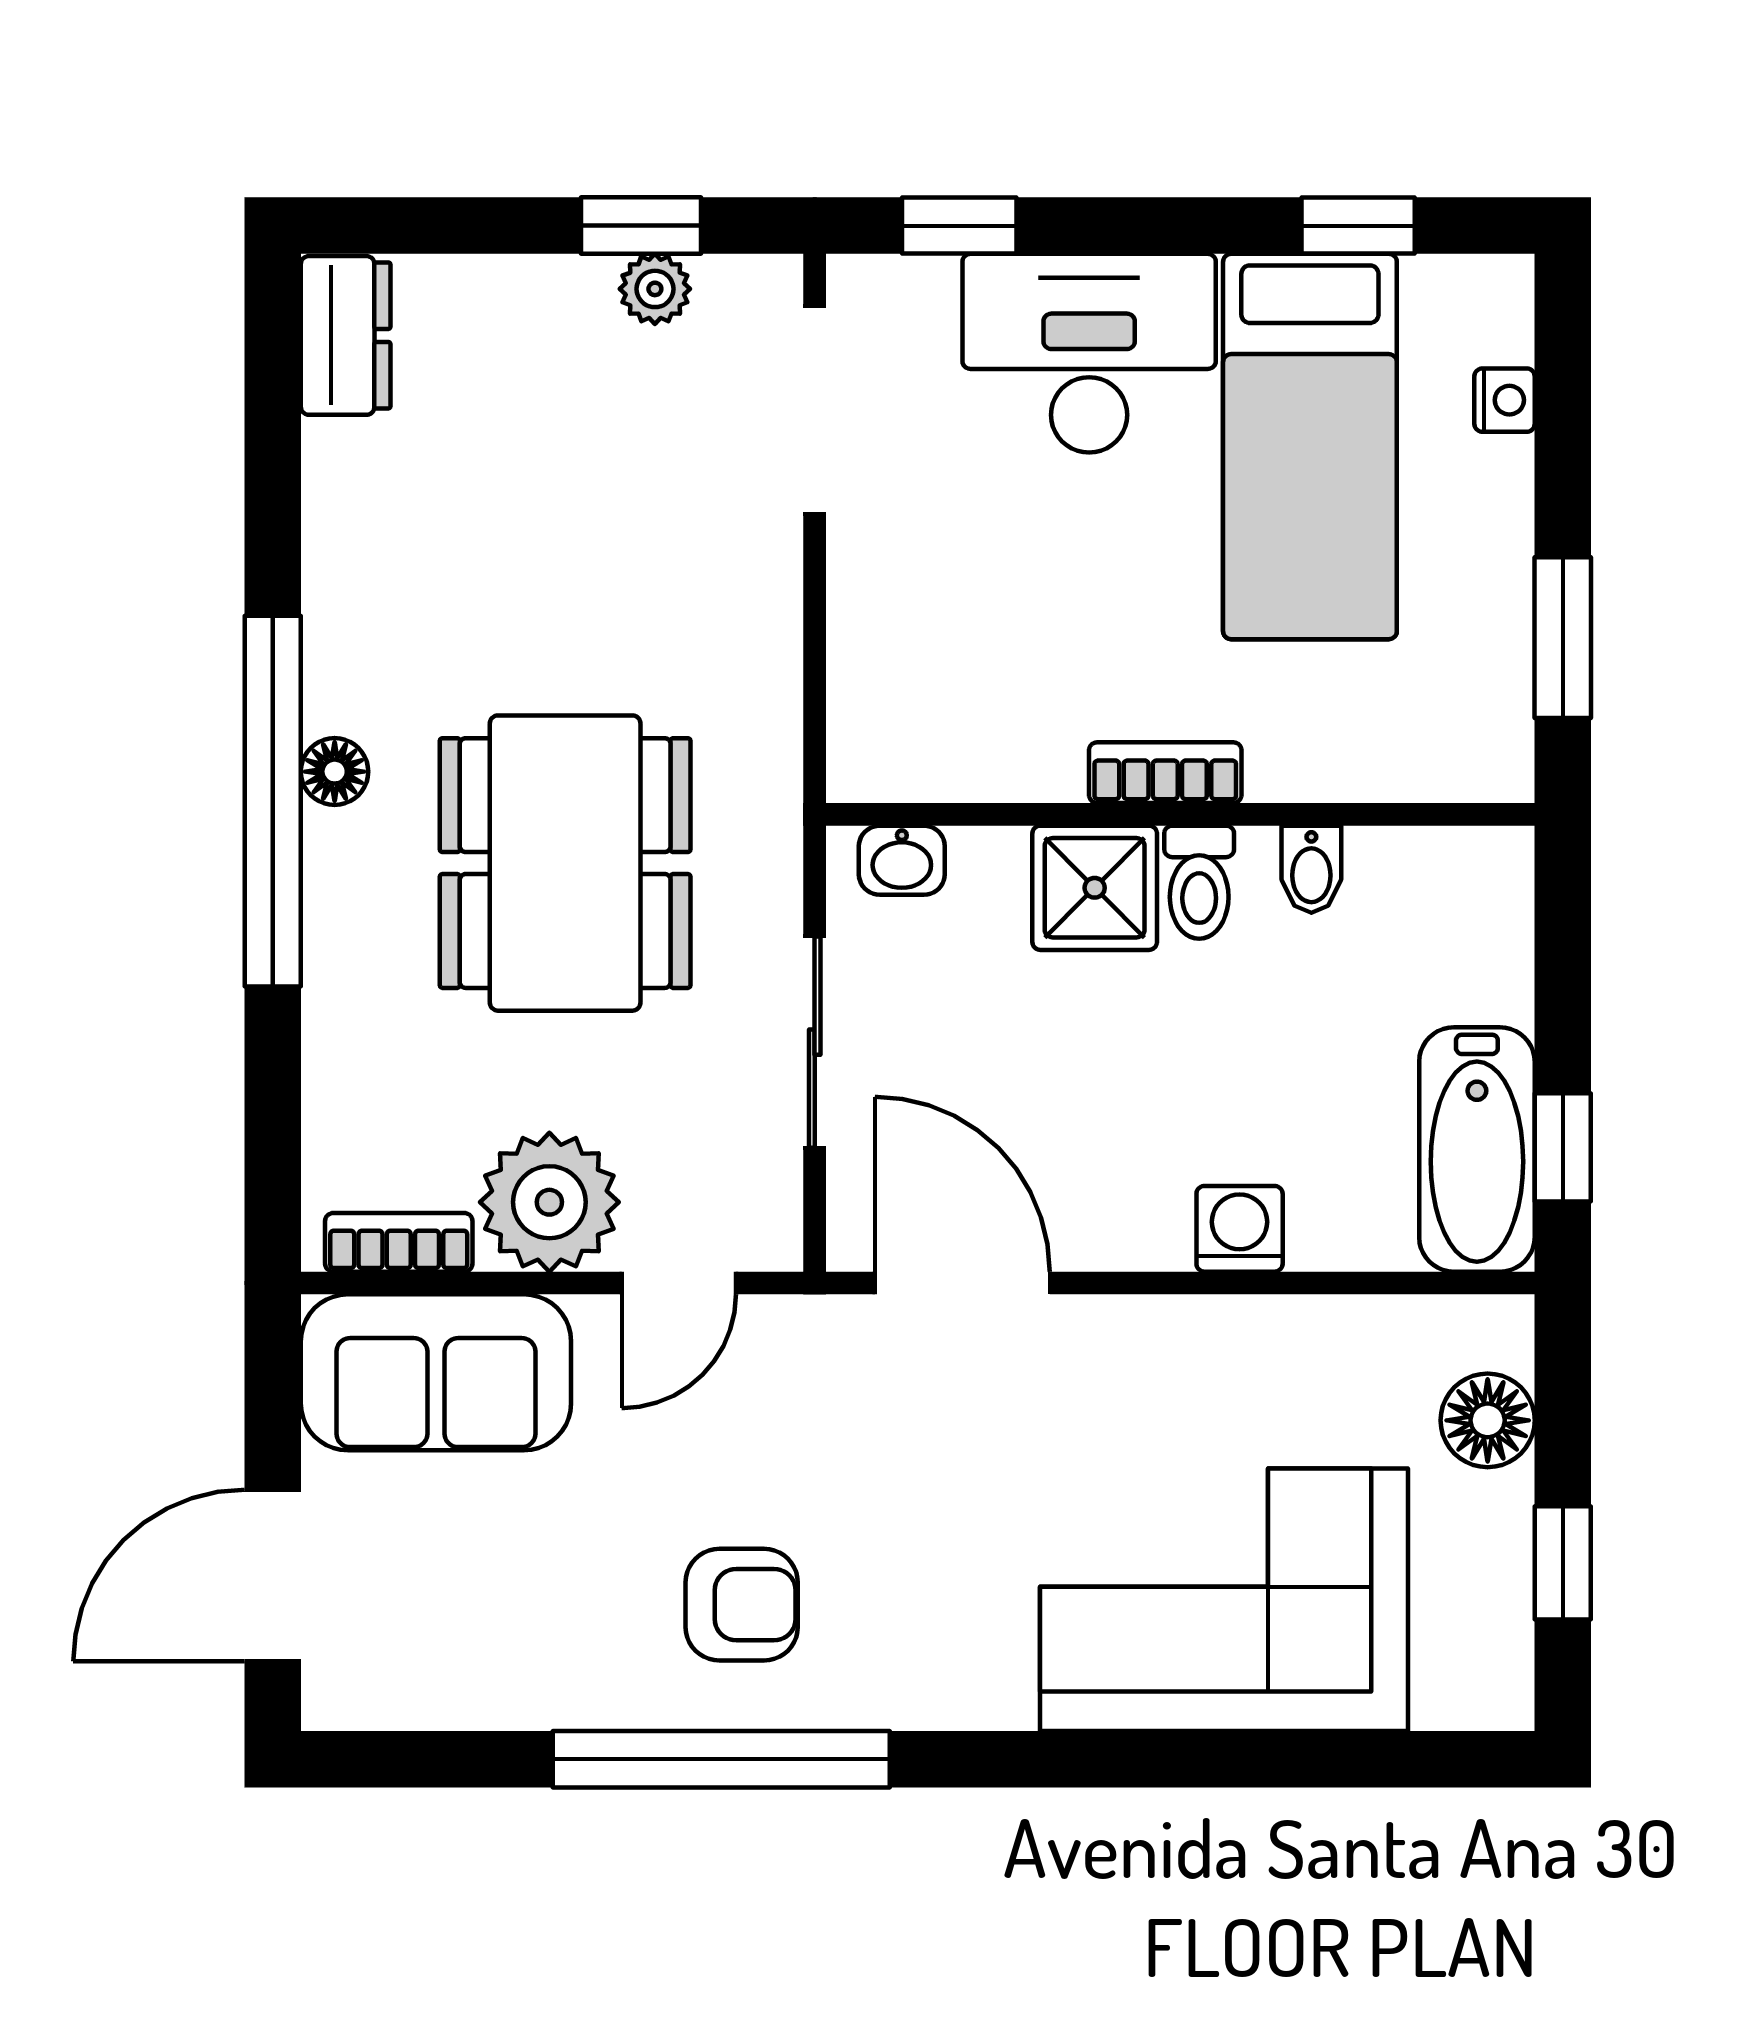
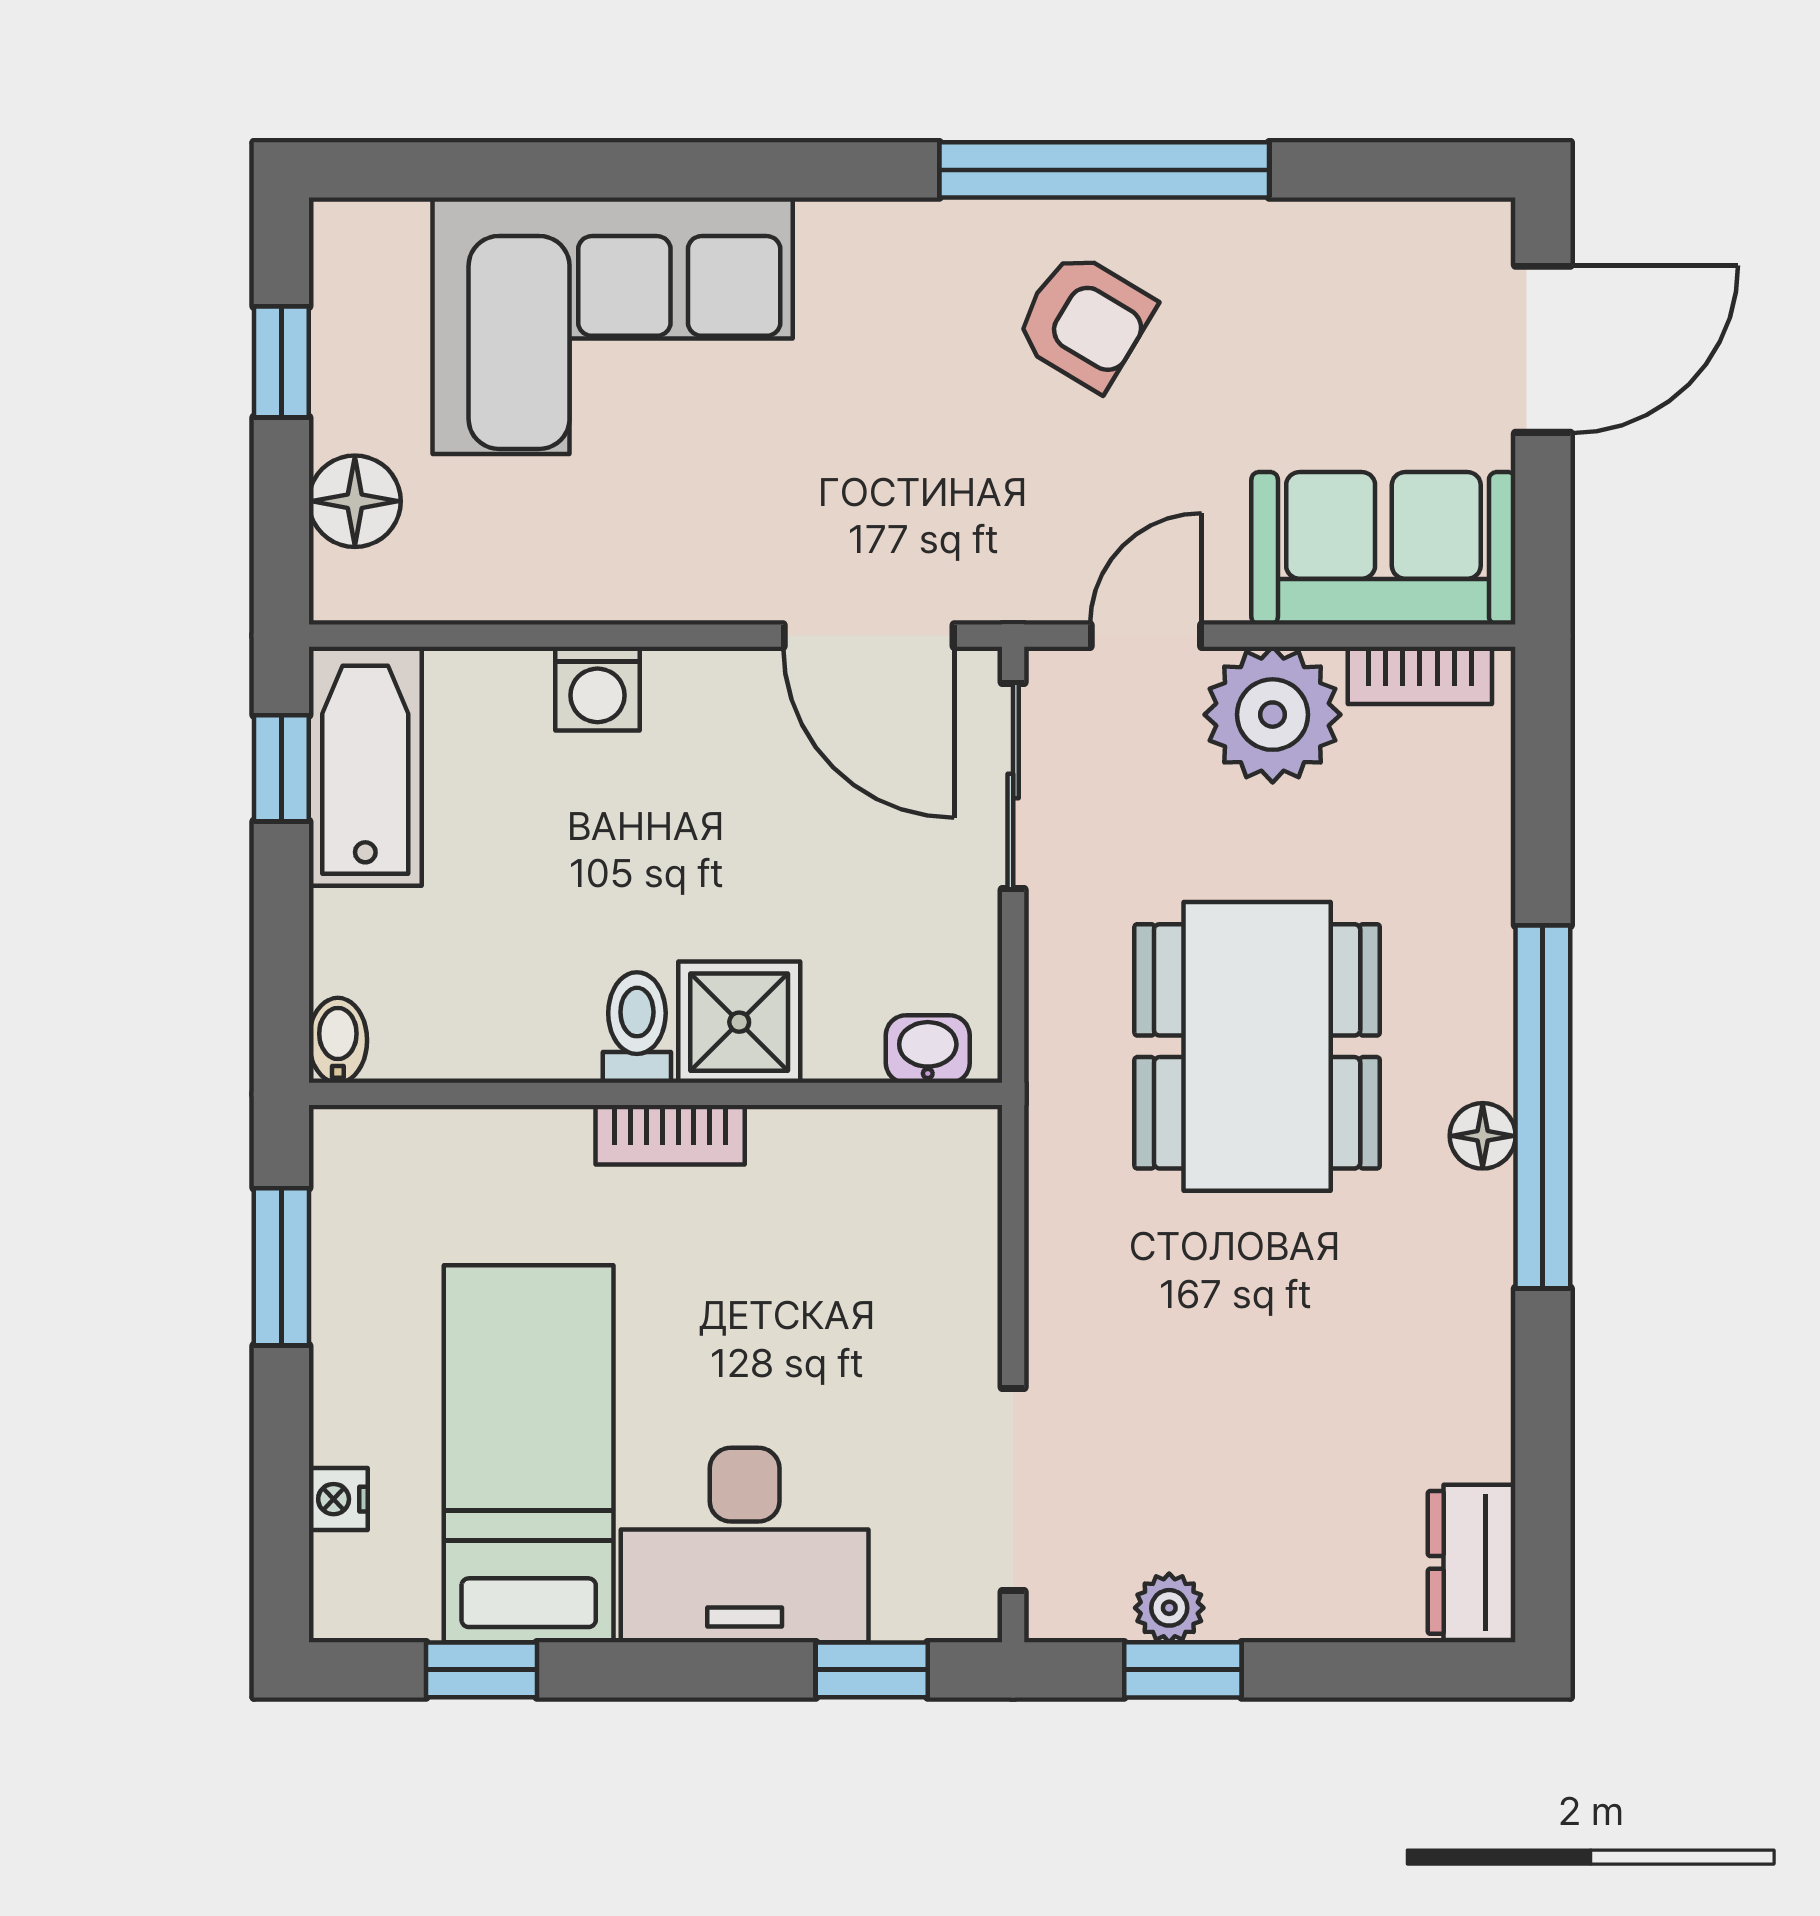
bidet: (1311, 869) -> (338, 1040), moved
sliding door: (815, 1042) -> (1013, 786), moved
armchair: (742, 1605) -> (1084, 321), turned -149

